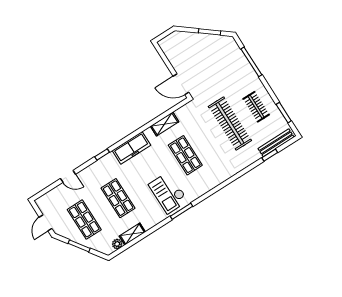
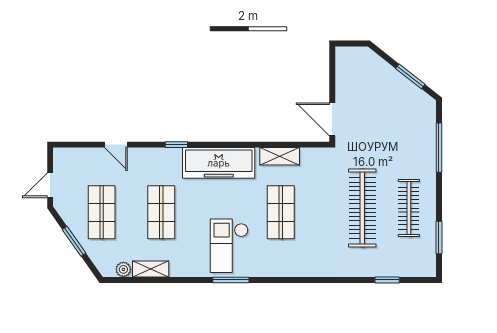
clothes rail: (256, 107) -> (409, 208), width x1.36
bench: (276, 143) -> (405, 269), removed
freezer: (131, 148) -> (219, 163), width x1.36, depth x1.26

